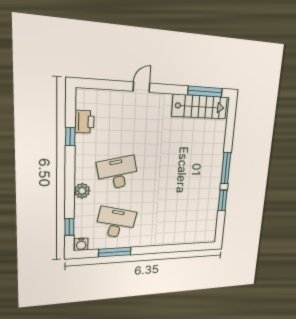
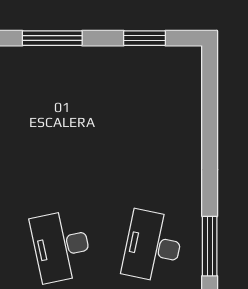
window: (223, 200) -> (144, 38), moved

